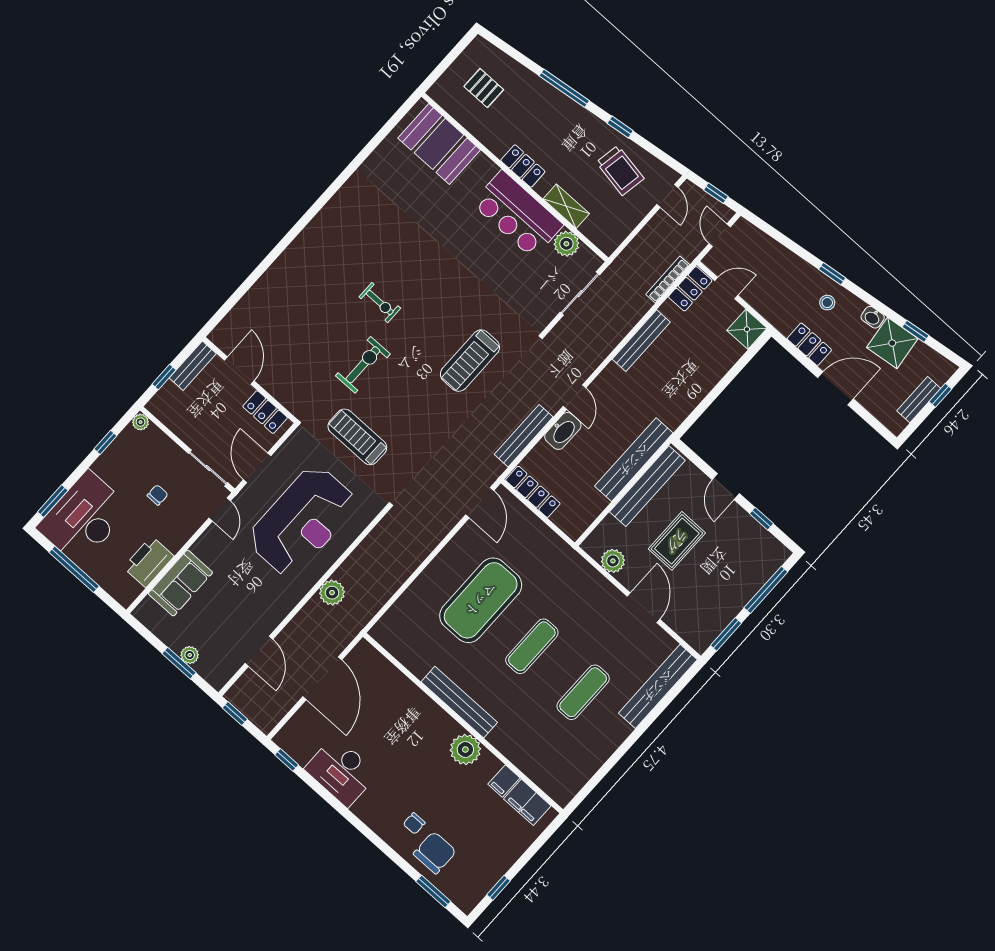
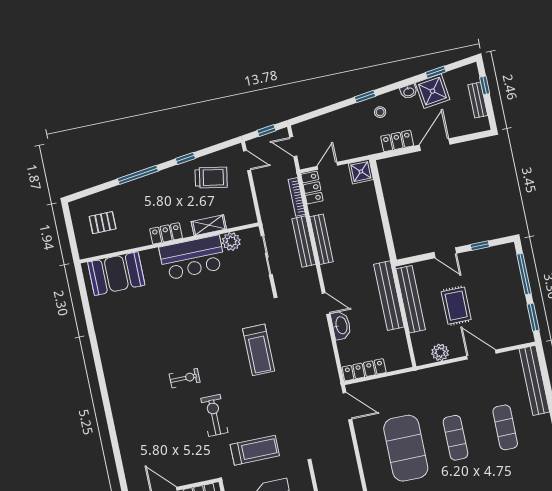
bench: (524, 436) -> (304, 242), moved
treadmill: (357, 437) -> (255, 450), turned 180

